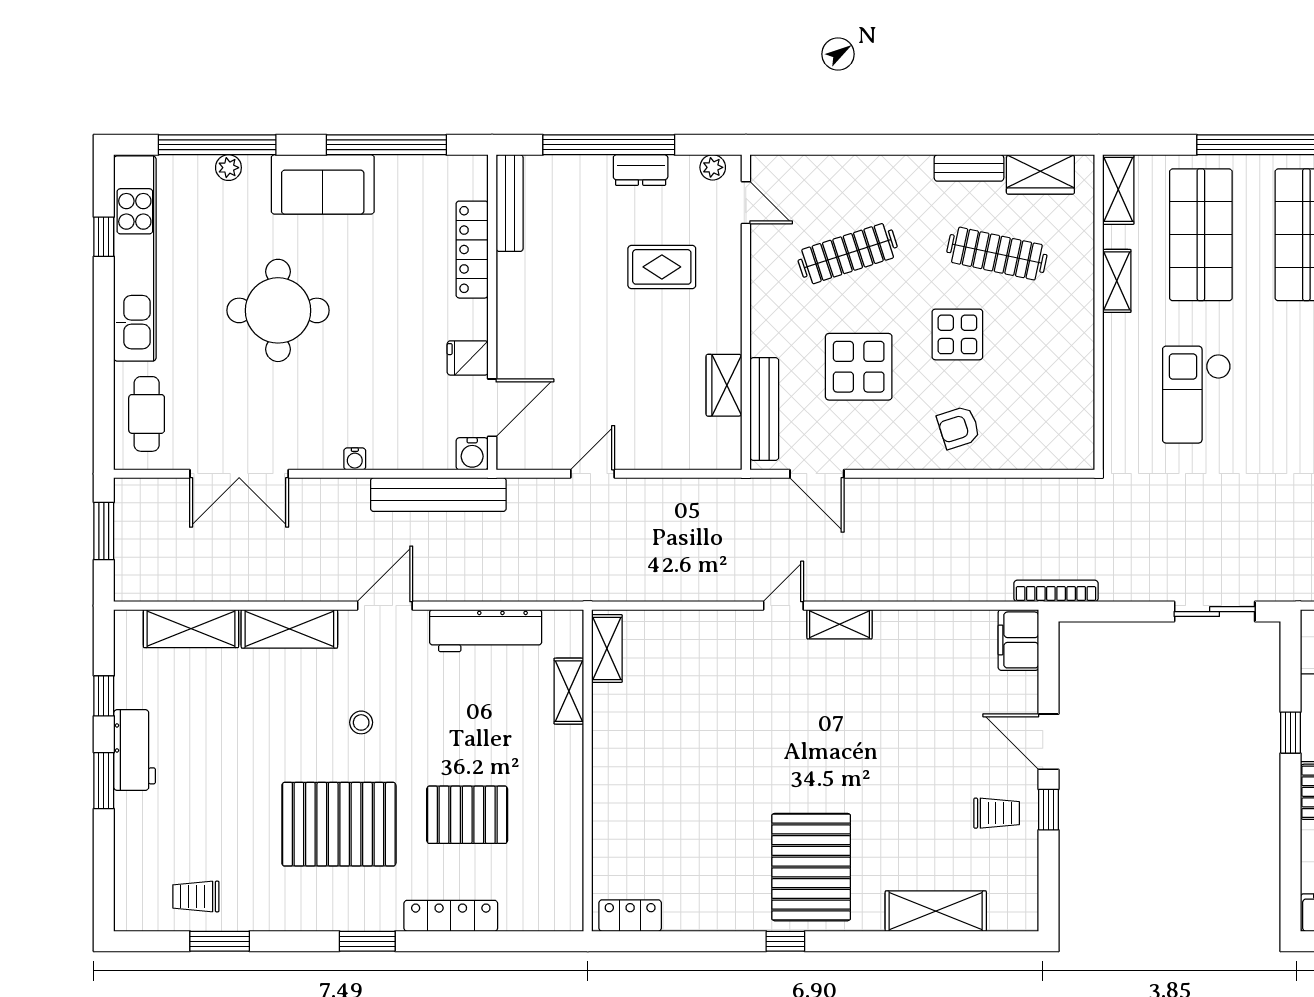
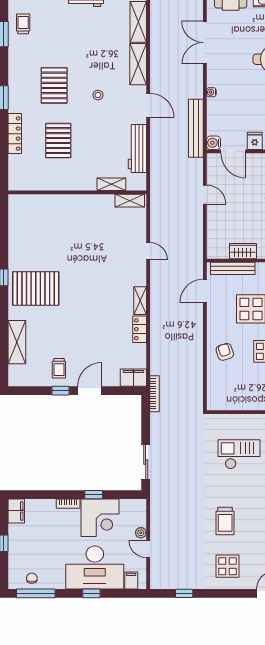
door: (783, 606) -> (148, 251), moved
pallet: (339, 824) -> (54, 85), width x0.73, depth x0.71
locker: (630, 916) -> (140, 329), moved, turned 180

